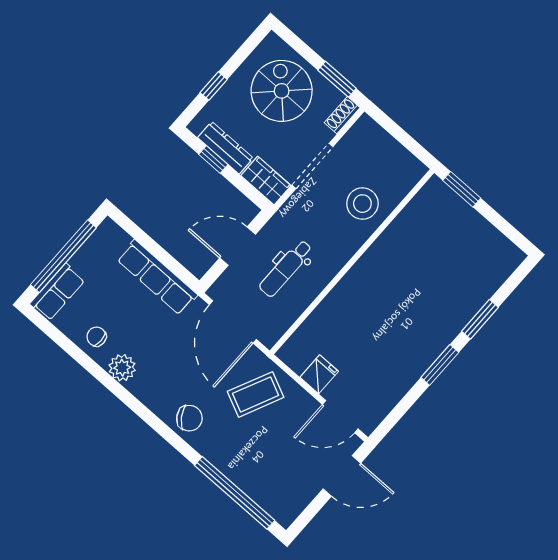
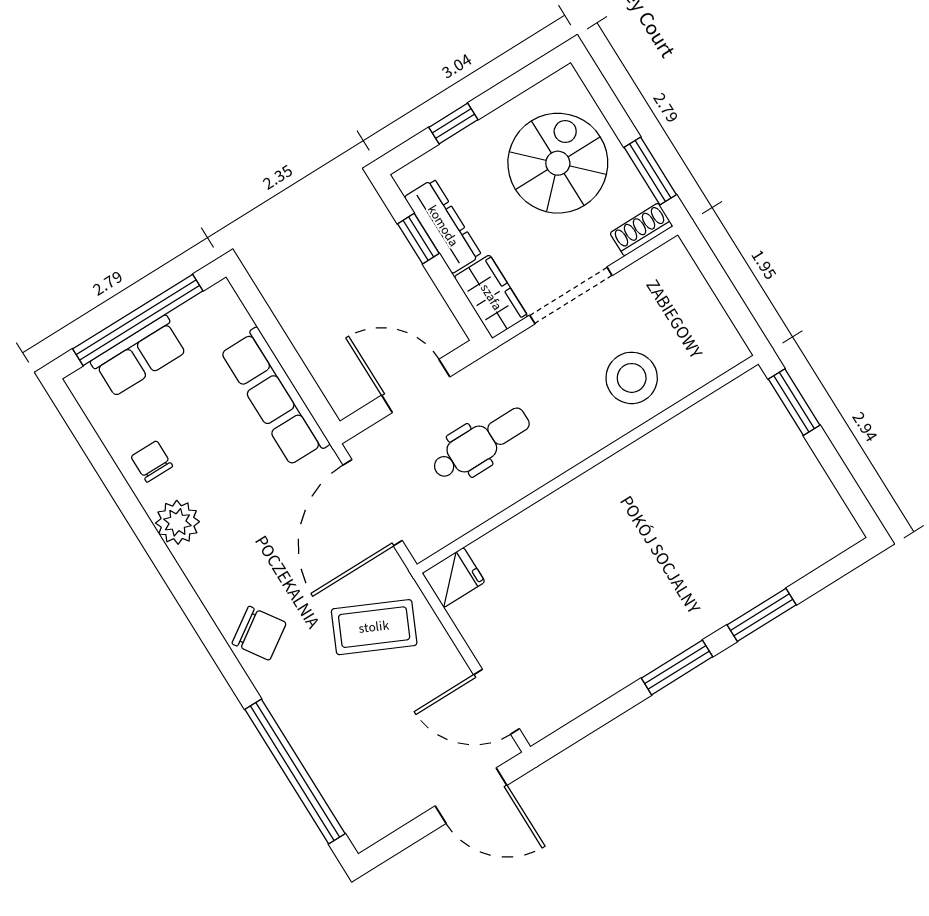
dental chair: (286, 268) -> (481, 444), turned 180
row of seats: (57, 292) -> (139, 356), moved
fridge: (319, 374) -> (454, 577), moved

